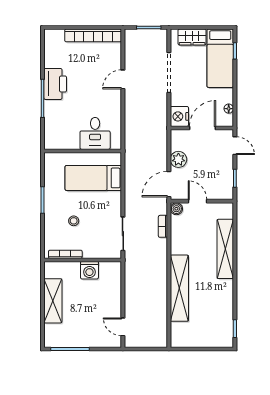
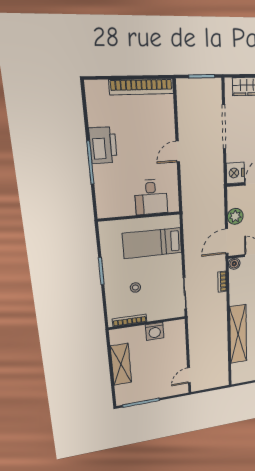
door: (123, 79) -> (178, 152), moved
door: (123, 327) -> (189, 375), hinge flipped

